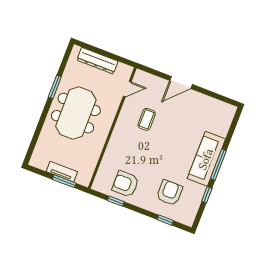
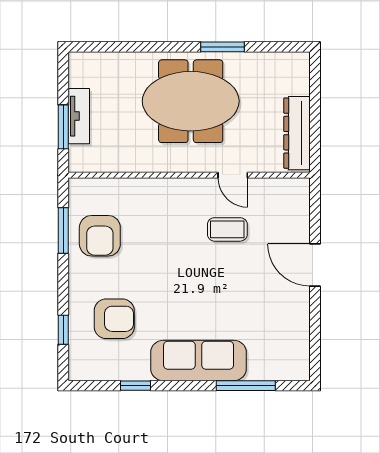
dresser: (97, 61) -> (297, 133), moved
door: (127, 89) -> (233, 175), moved
window: (218, 165) -> (246, 386), moved
armchair: (125, 184) -> (100, 236), turned 180
window: (116, 201) -> (63, 231), width x1.50

